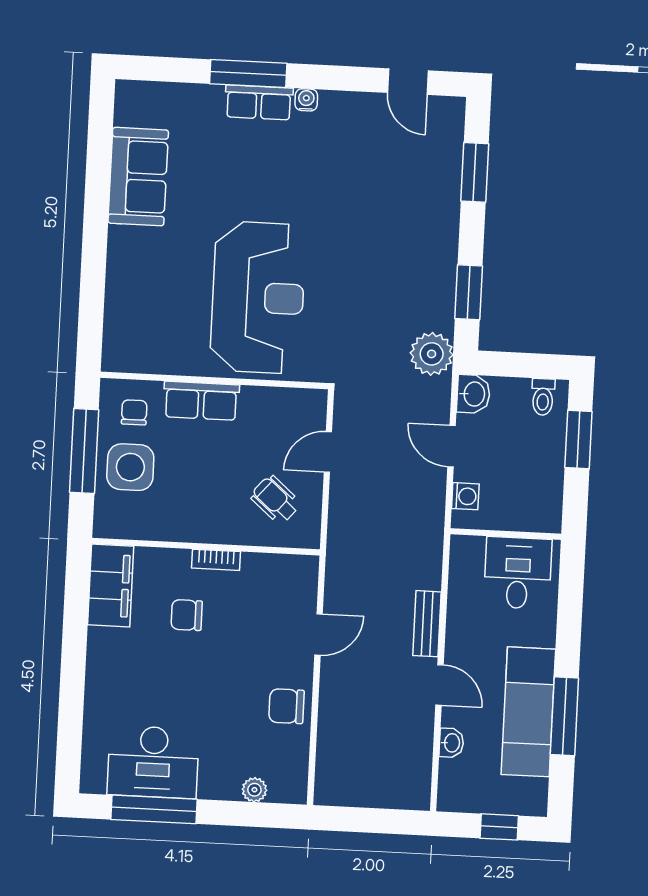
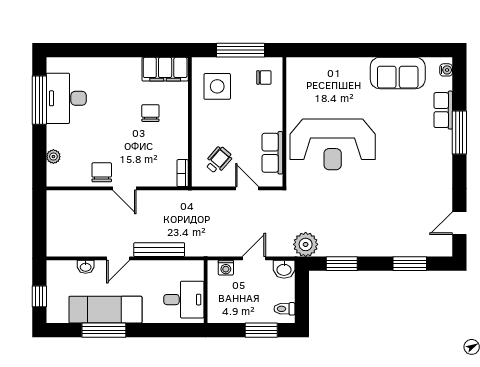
water cooler: (306, 100) -> (446, 70), moved
row of seats: (259, 103) -> (443, 110), moved
row of seats: (201, 401) -> (272, 153), moved
side table: (130, 467) -> (217, 86), moved
bookcase: (216, 560) -> (183, 173), moved
bench: (427, 624) -> (159, 250), width x1.36
door: (319, 634) -> (124, 188), moved

